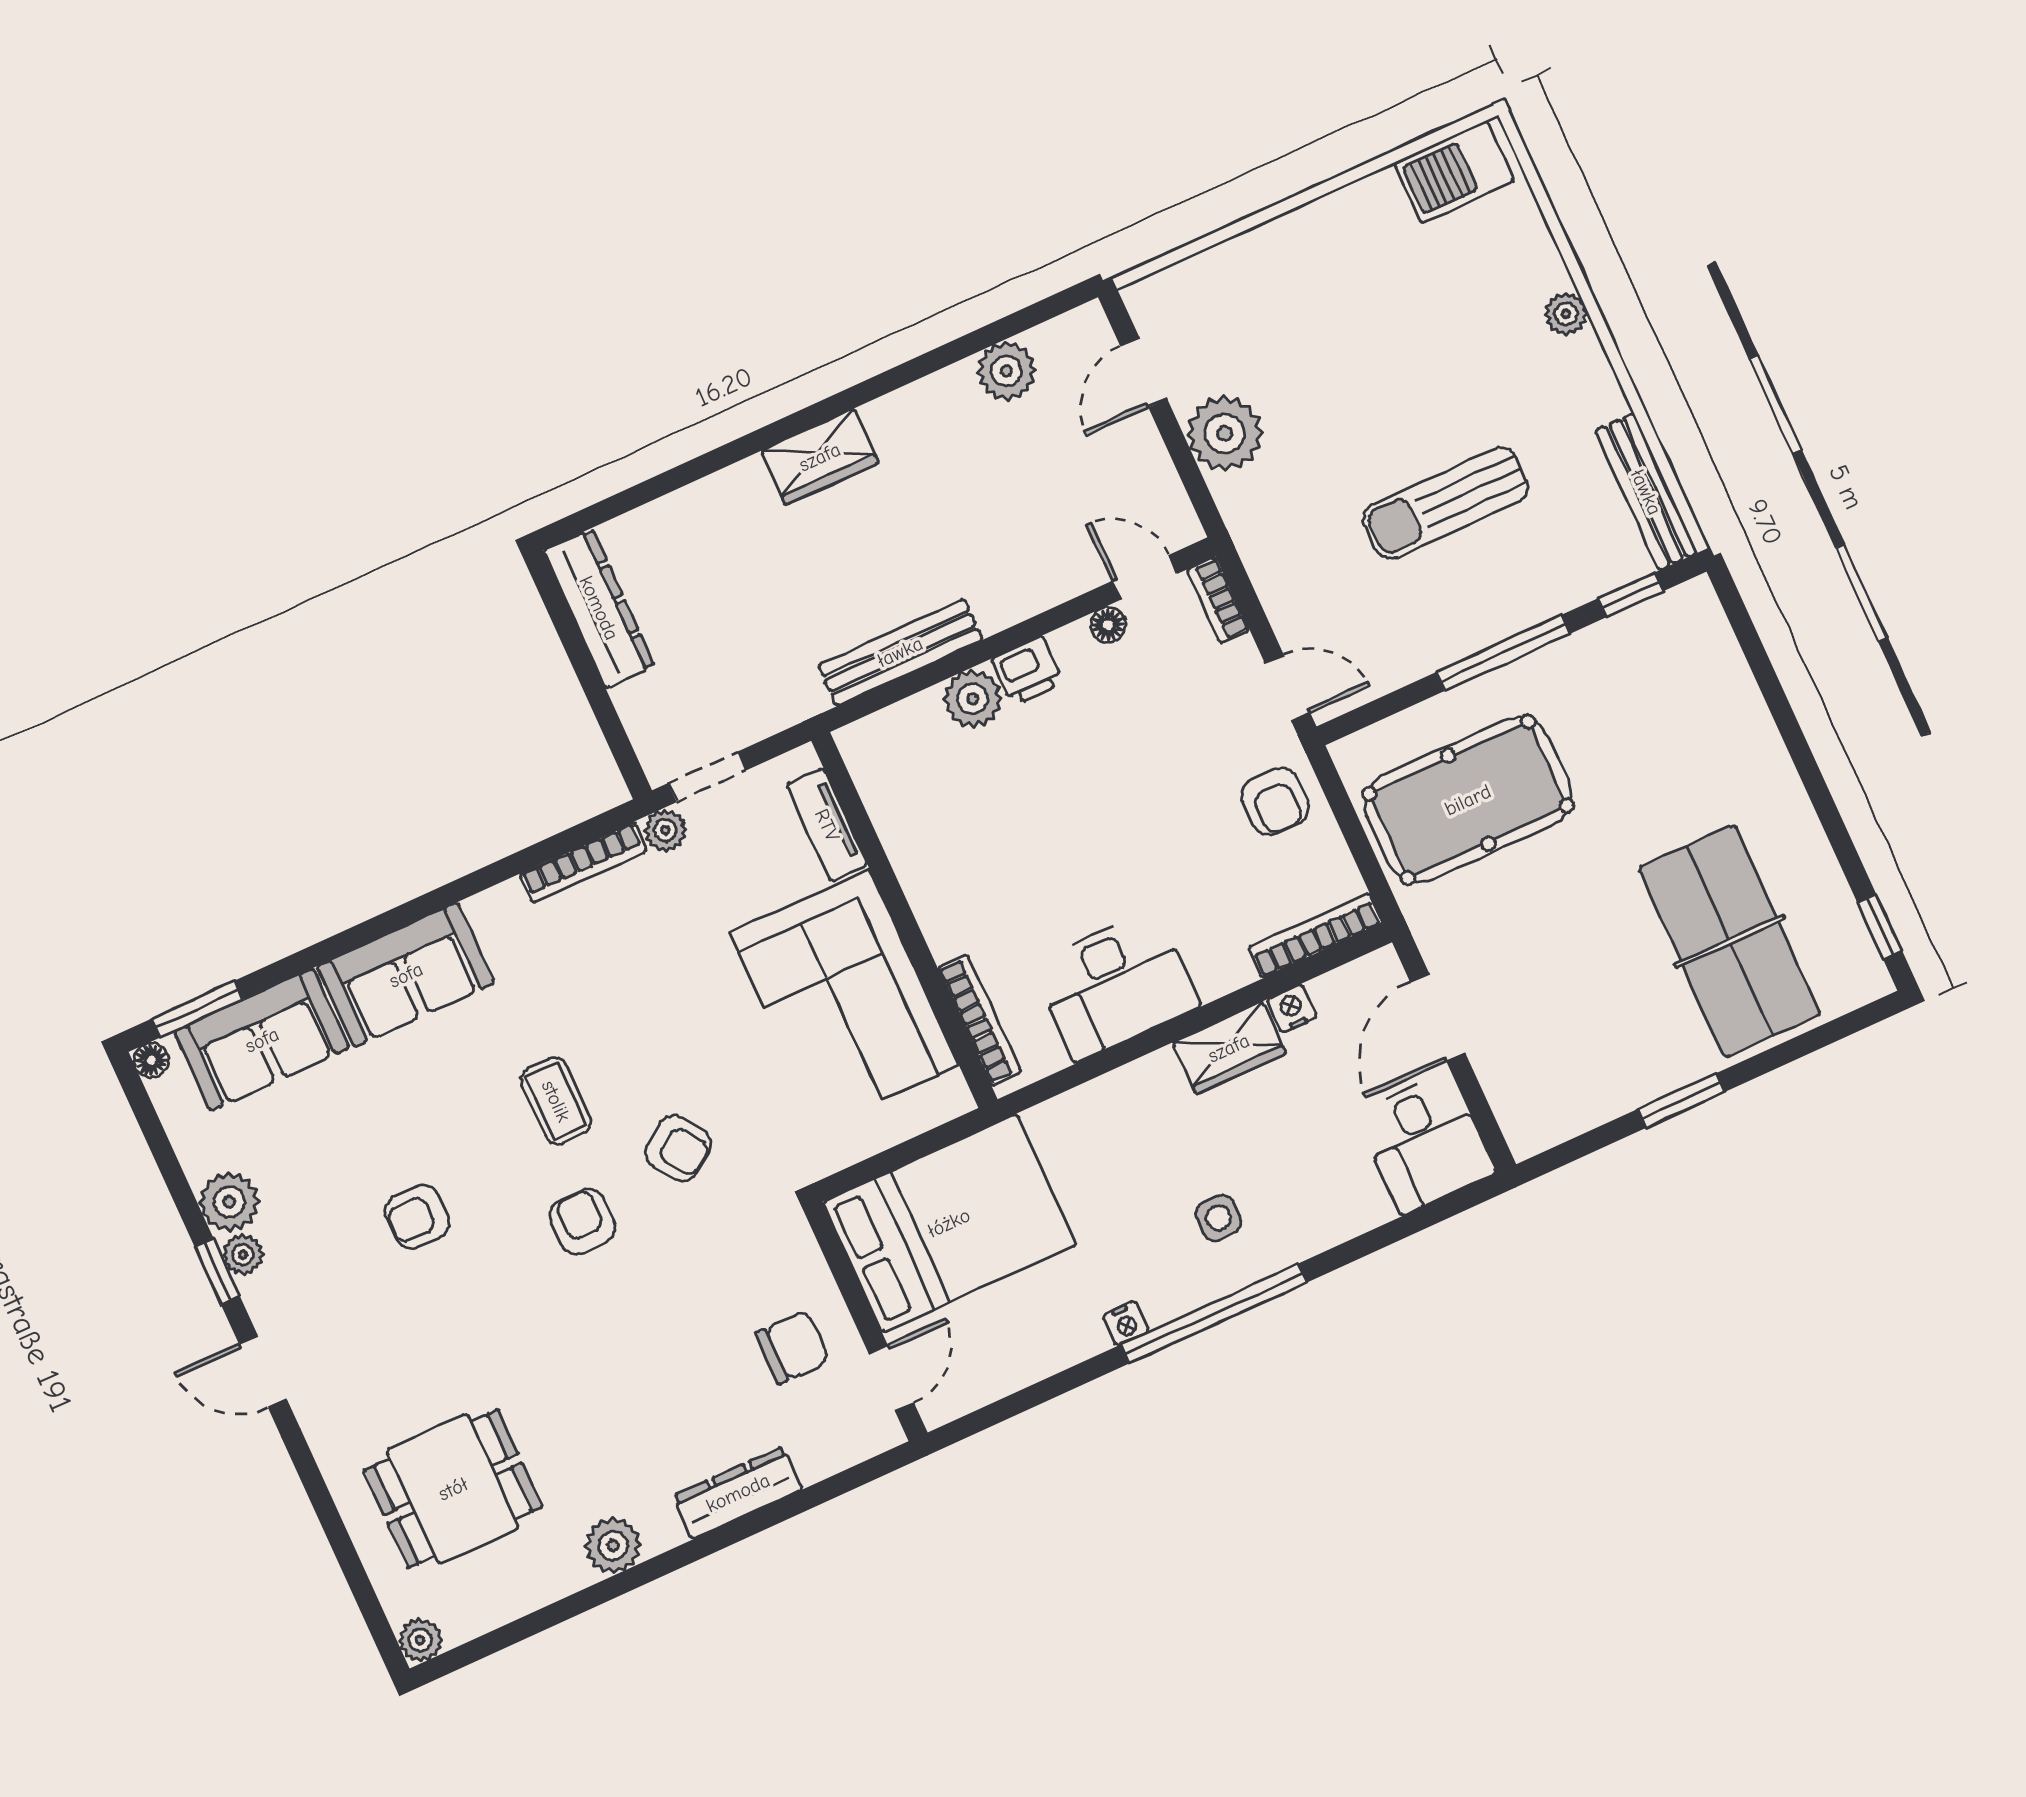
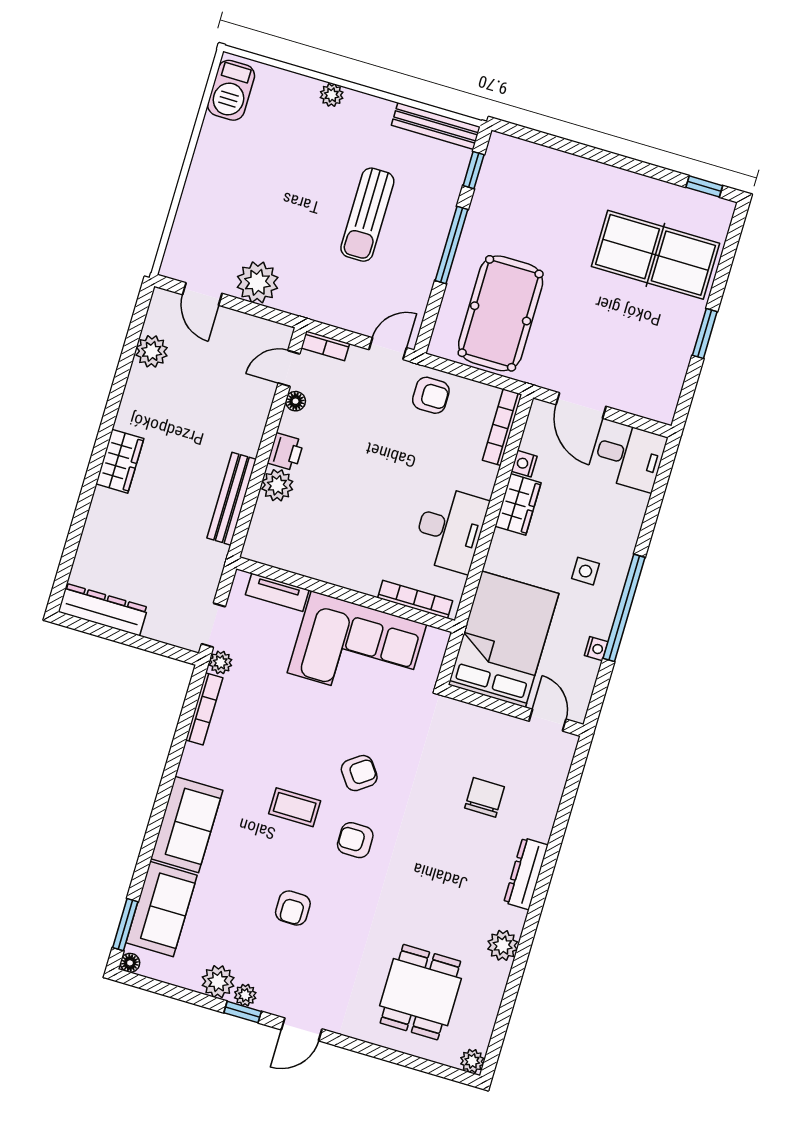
bed: (949, 1223) -> (504, 639), moved
wall: (866, 1322) -> (514, 710), moved
door: (891, 1378) -> (548, 720), moved

